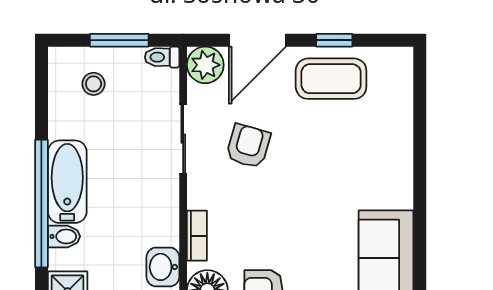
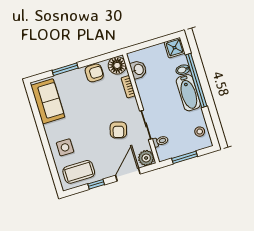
toilet: (162, 57) -> (160, 141), moved
coffee table: (331, 79) -> (79, 172), moved
stool: (94, 84) -> (200, 132), moved
side table: (379, 143) -> (65, 147), added

